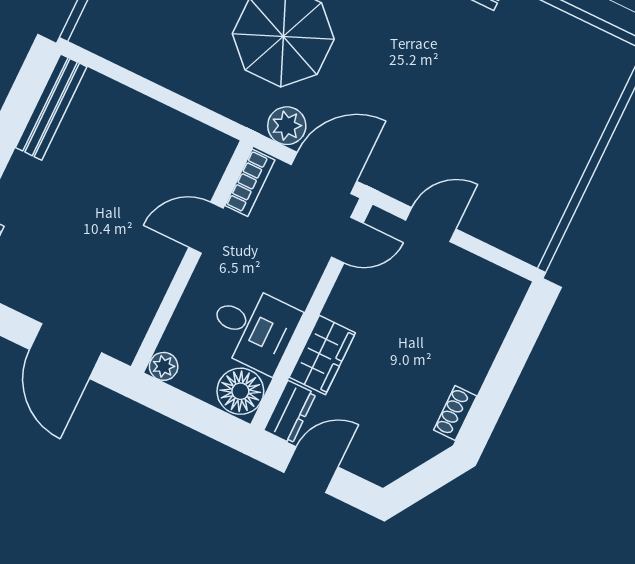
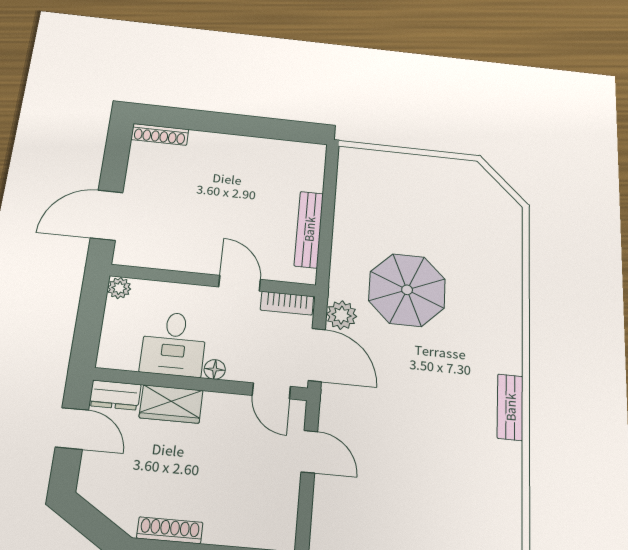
bench: (51, 107) -> (309, 229), moved, turned 90
floor lamp: (240, 391) -> (215, 369), moved, width x0.53, depth x0.53
shoe rack: (455, 413) -> (170, 530), width x1.43

